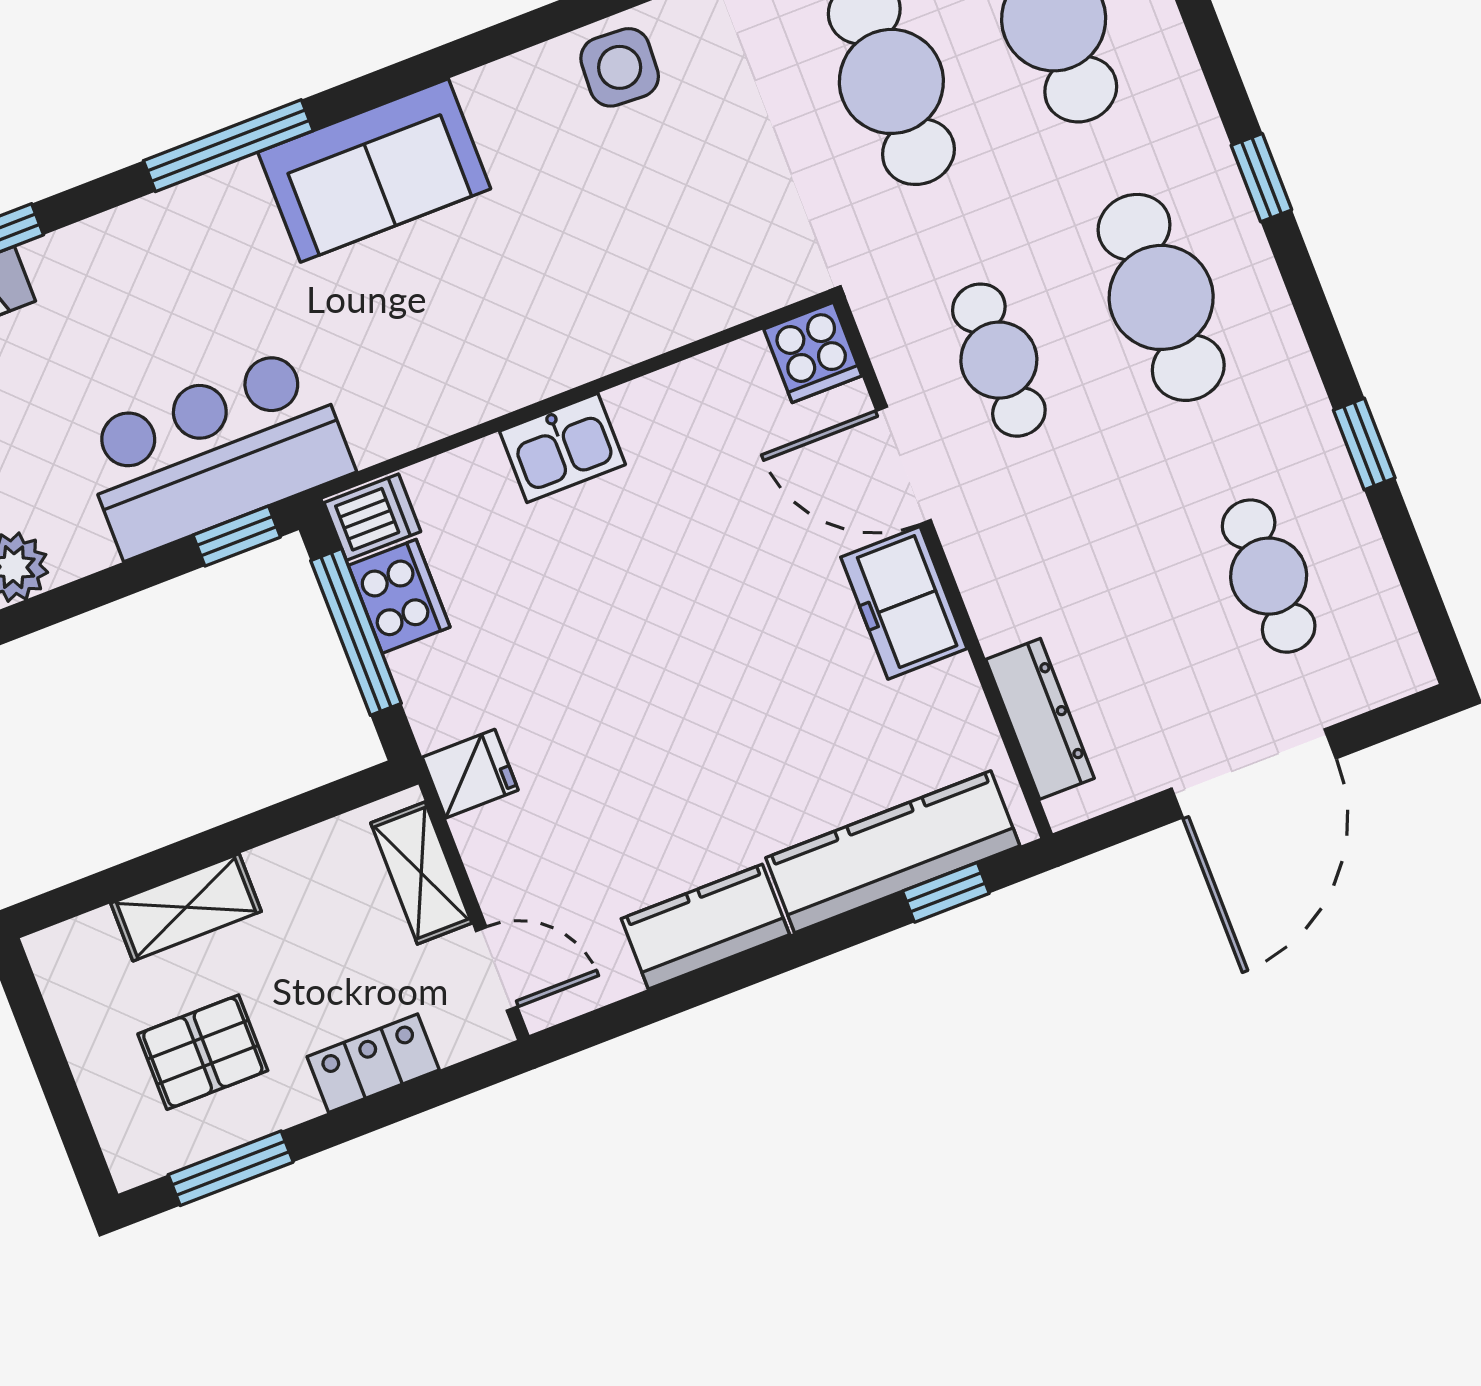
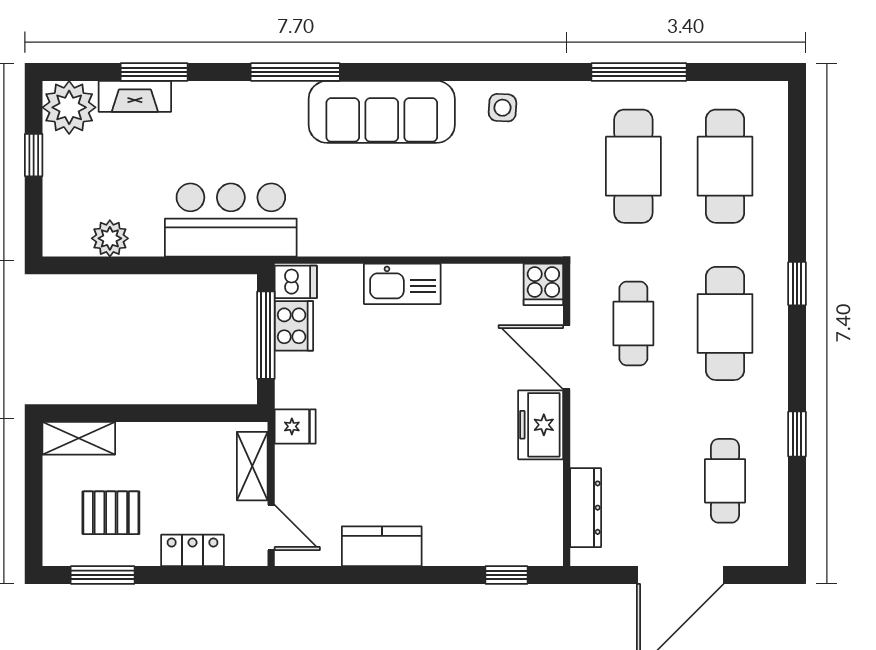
side table: (620, 67) -> (502, 108), width x0.73, depth x0.73
sofa: (374, 171) -> (382, 112), width x1.36
kitchen sink: (562, 448) -> (402, 284), width x1.38
window: (237, 536) -> (225, 265), removed
kitchen counter: (893, 852) -> (488, 545), removed
shelving: (186, 907) -> (79, 438), moved

